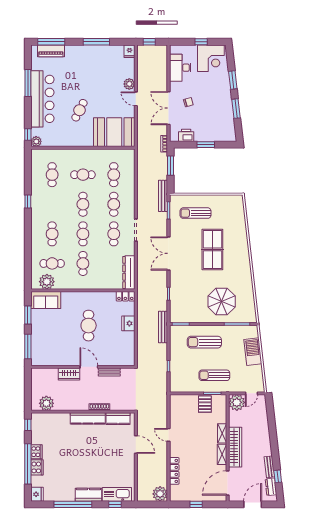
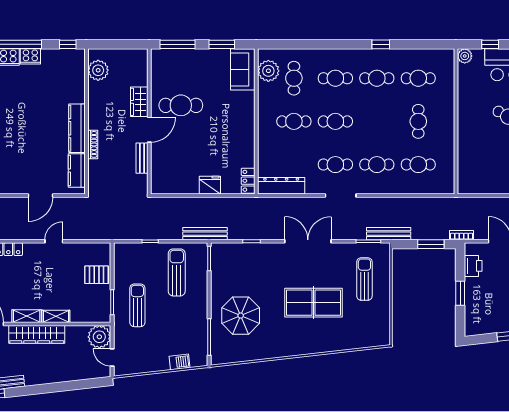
booth: (114, 132) -> (478, 165), removed
window: (28, 135) -> (490, 44), moved
cafe table: (83, 204) -> (377, 78), moved
cafe table: (89, 326) -> (181, 105), moved
sun lounger: (204, 342) -> (177, 272), moved
barbecue: (253, 352) -> (179, 362), width x0.53, depth x0.65
pallet: (205, 404) -> (97, 275), moved

